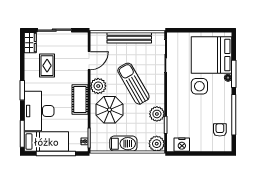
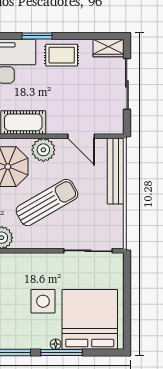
bench: (129, 38) -> (116, 171), moved
rug: (47, 66) -> (62, 55), moved

